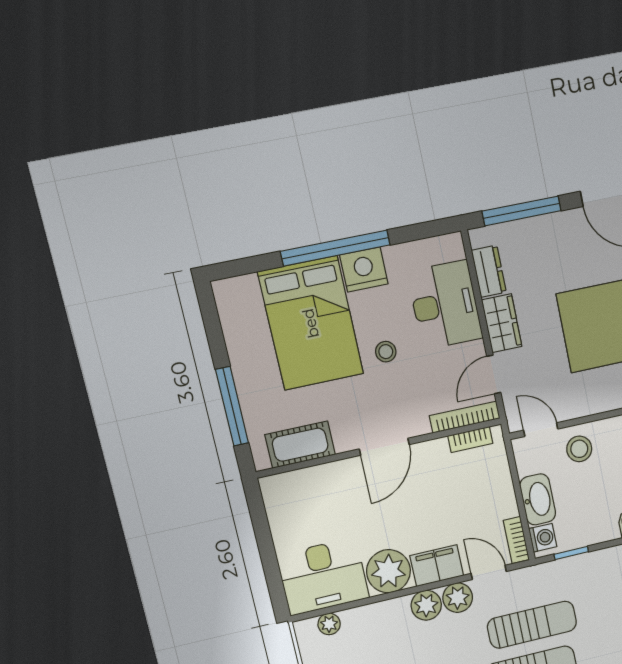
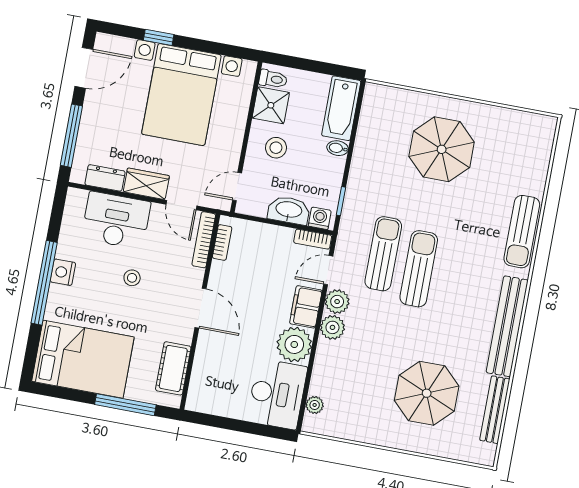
nightstand: (364, 269) -> (63, 272), width x0.74, depth x0.75
bed: (311, 323) -> (83, 359), moved
stool: (579, 449) -> (276, 148), moved

